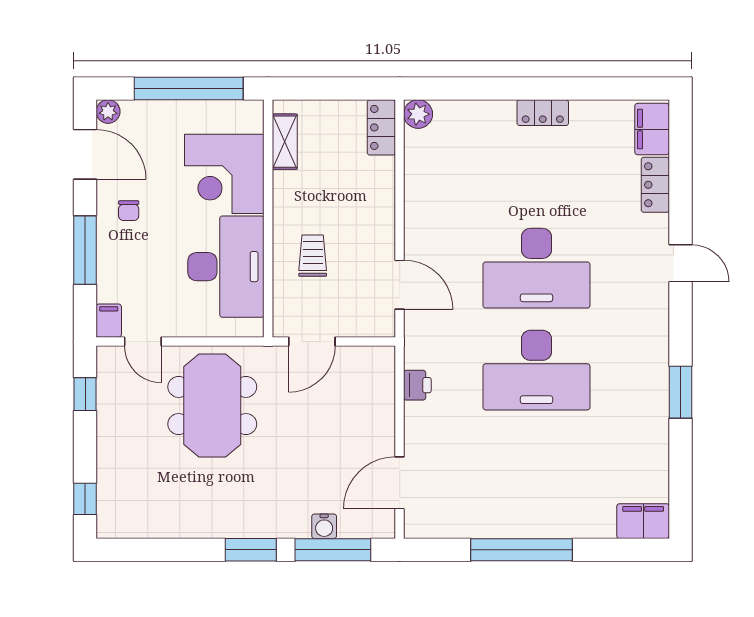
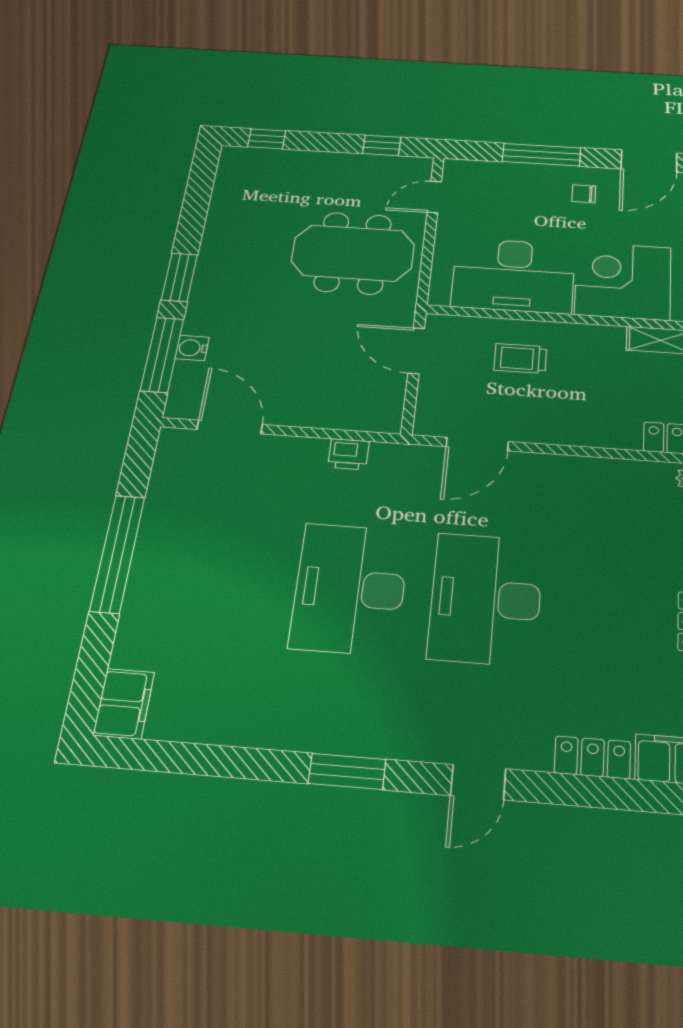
trolley: (313, 256) -> (520, 358), turned 180
filing cabinet: (109, 321) -> (461, 170), removed
window: (680, 392) -> (347, 771), moved

